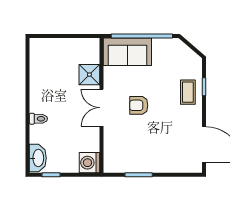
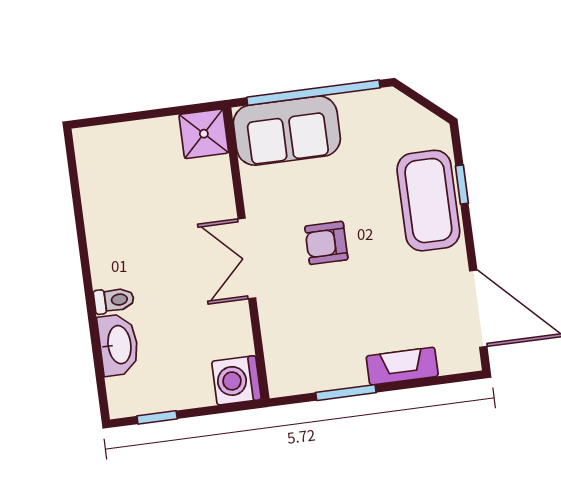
shower: (89, 75) -> (204, 134), moved
coffee table: (188, 92) -> (428, 201), width x1.86, depth x1.72
washbasin: (38, 158) -> (118, 345), moved
fireplace: (166, 166) -> (402, 366), added

